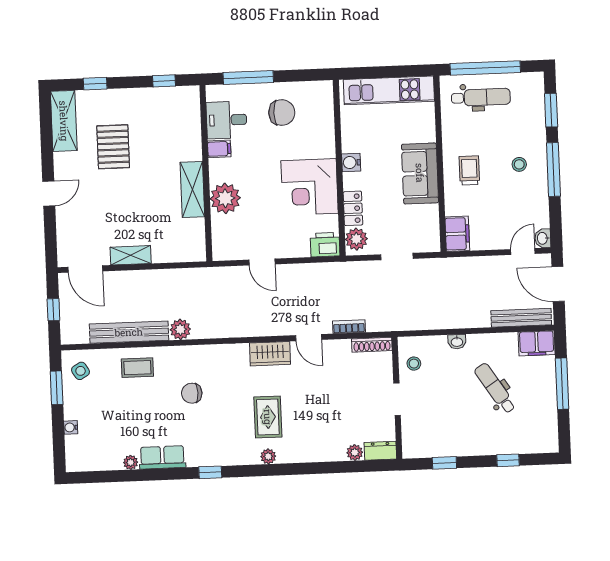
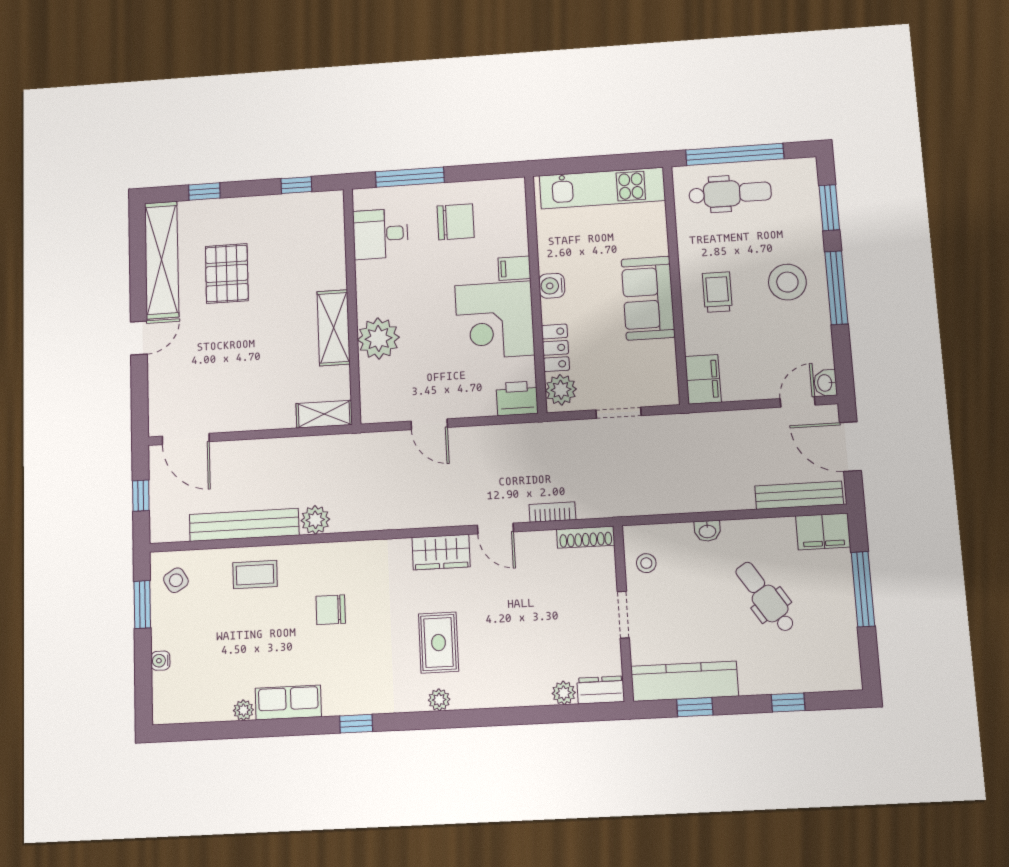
shelving: (64, 121) -> (162, 260), width x1.47
filing cabinet: (219, 149) -> (514, 268), moved, turned 180
stool: (519, 164) -> (787, 282), width x1.89, depth x1.89
shelving: (131, 255) -> (324, 414), moved
kitchen counter: (438, 445) -> (685, 681), added

